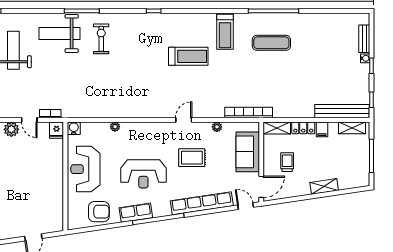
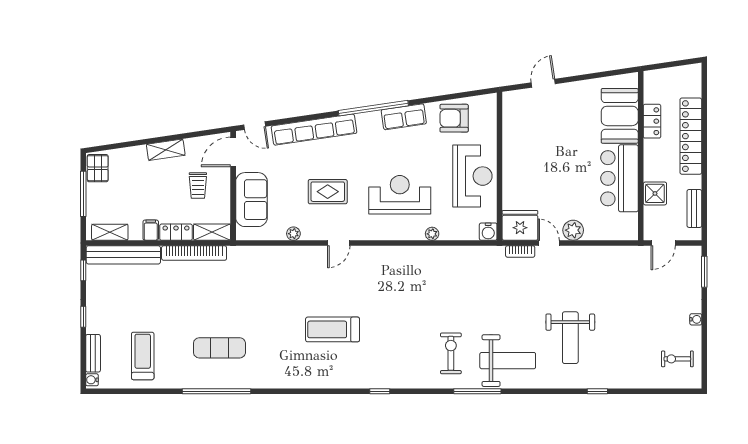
treadmill: (225, 32) -> (143, 356), moved
exercise bike: (101, 39) -> (451, 353), turned 180
water cooler: (365, 58) -> (92, 380), moved
bookcase: (249, 113) -> (194, 253), moved
fridge: (57, 130) -> (520, 225), width x1.88, depth x1.34
reception desk: (143, 174) -> (400, 195), moved
pallet: (361, 175) -> (98, 168), added
shelving: (324, 186) -> (166, 150), moved

